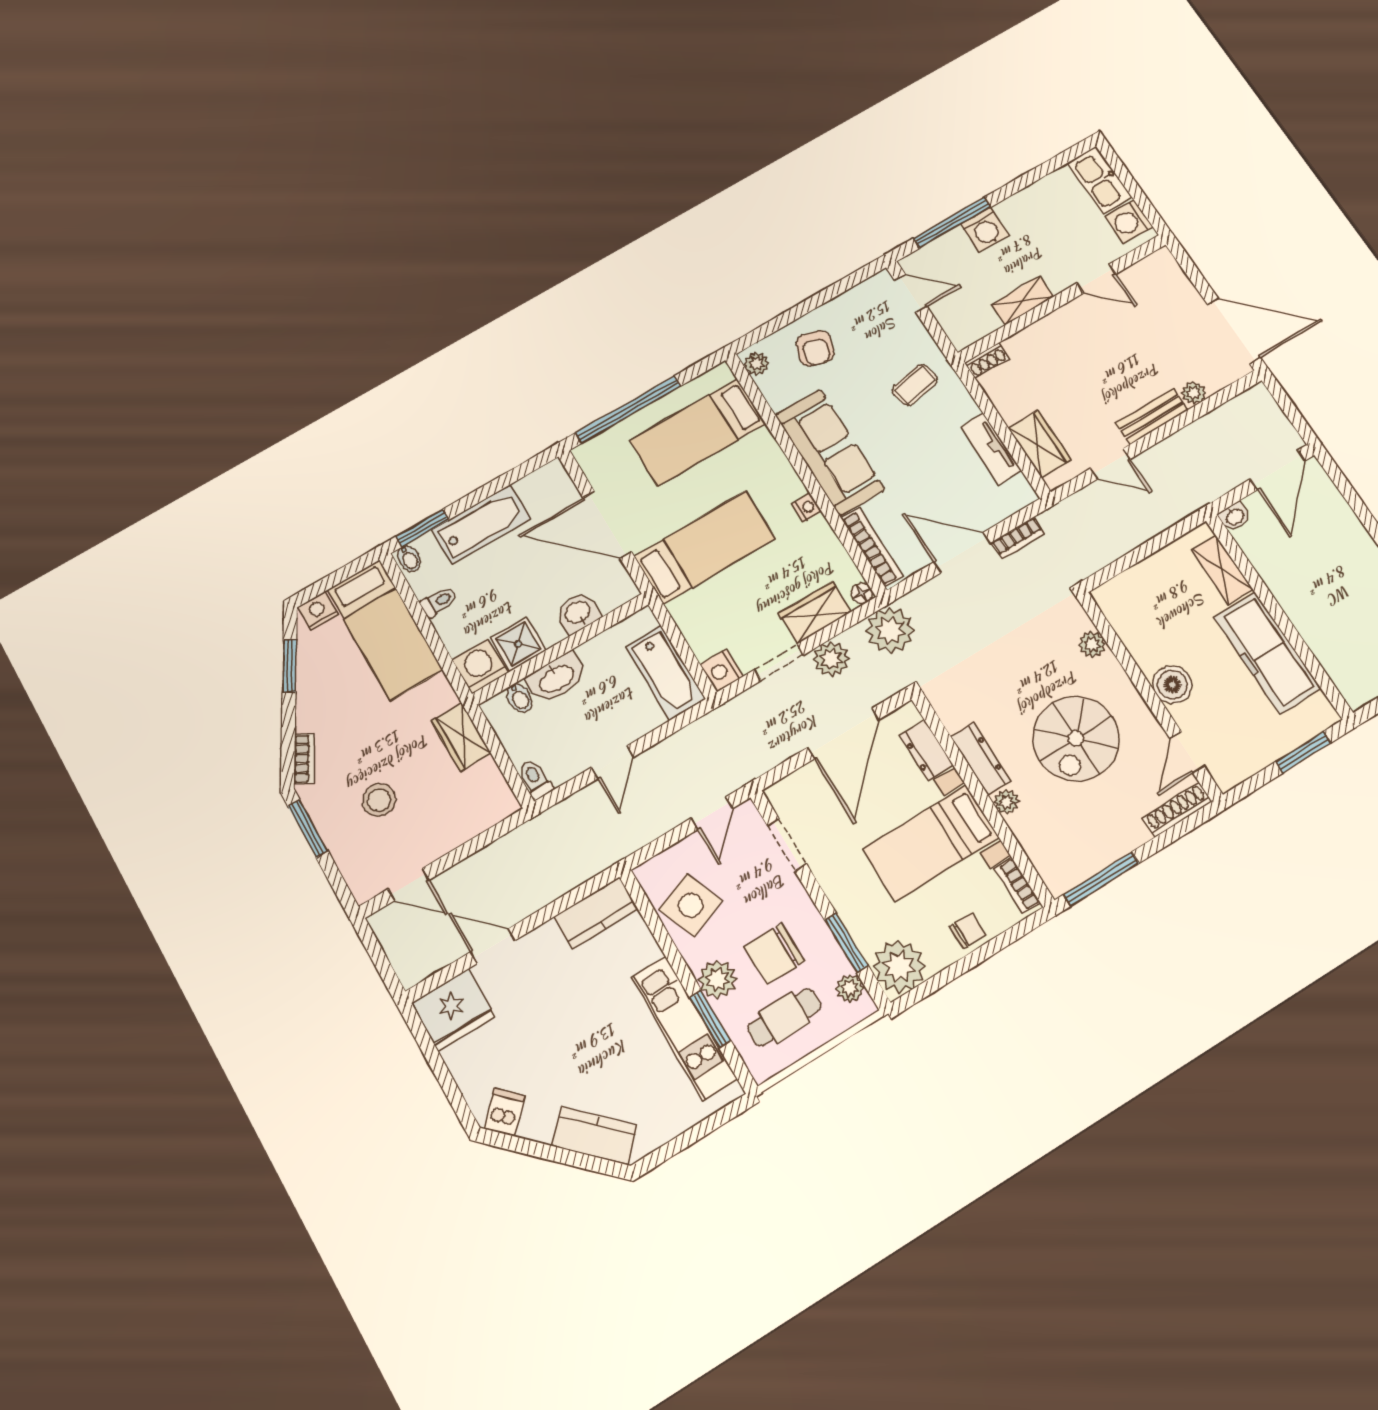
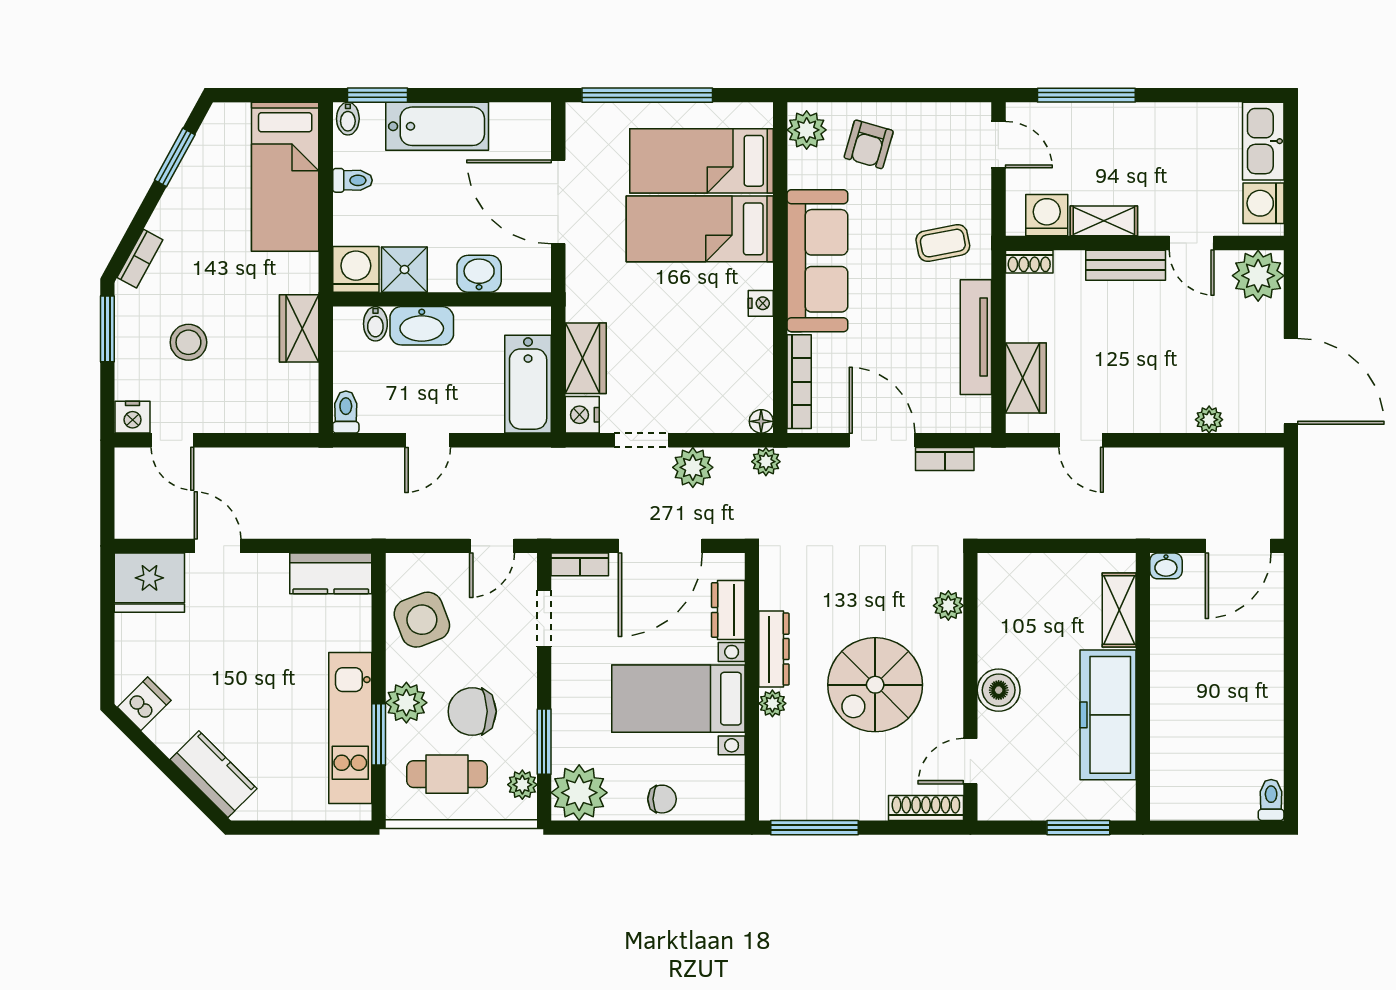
washing machine: (985, 230) -> (1047, 215), moved, turned 180
plant: (1160, 273) -> (1258, 276), added
plant: (756, 364) -> (807, 130), width x1.38, depth x1.38
bench: (1152, 417) -> (1126, 265), moved
tv unit: (991, 449) -> (976, 337), width x1.41
bed: (705, 547) -> (700, 229), moved, turned 180
nightstand: (318, 611) -> (133, 417), moved, turned 180
wardrobe: (815, 613) -> (586, 358), moved, turned 90
plant: (890, 630) -> (766, 462), width x0.53, depth x0.53
bookcase: (1017, 886) -> (580, 564), moved, turned -90

